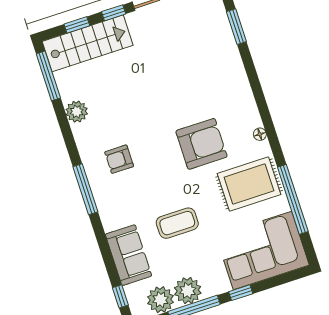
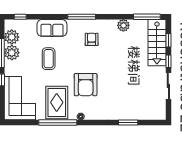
window: (236, 27) -> (128, 123), moved
window: (293, 199) -> (58, 123), moved
sofa: (129, 255) -> (52, 28), moved

